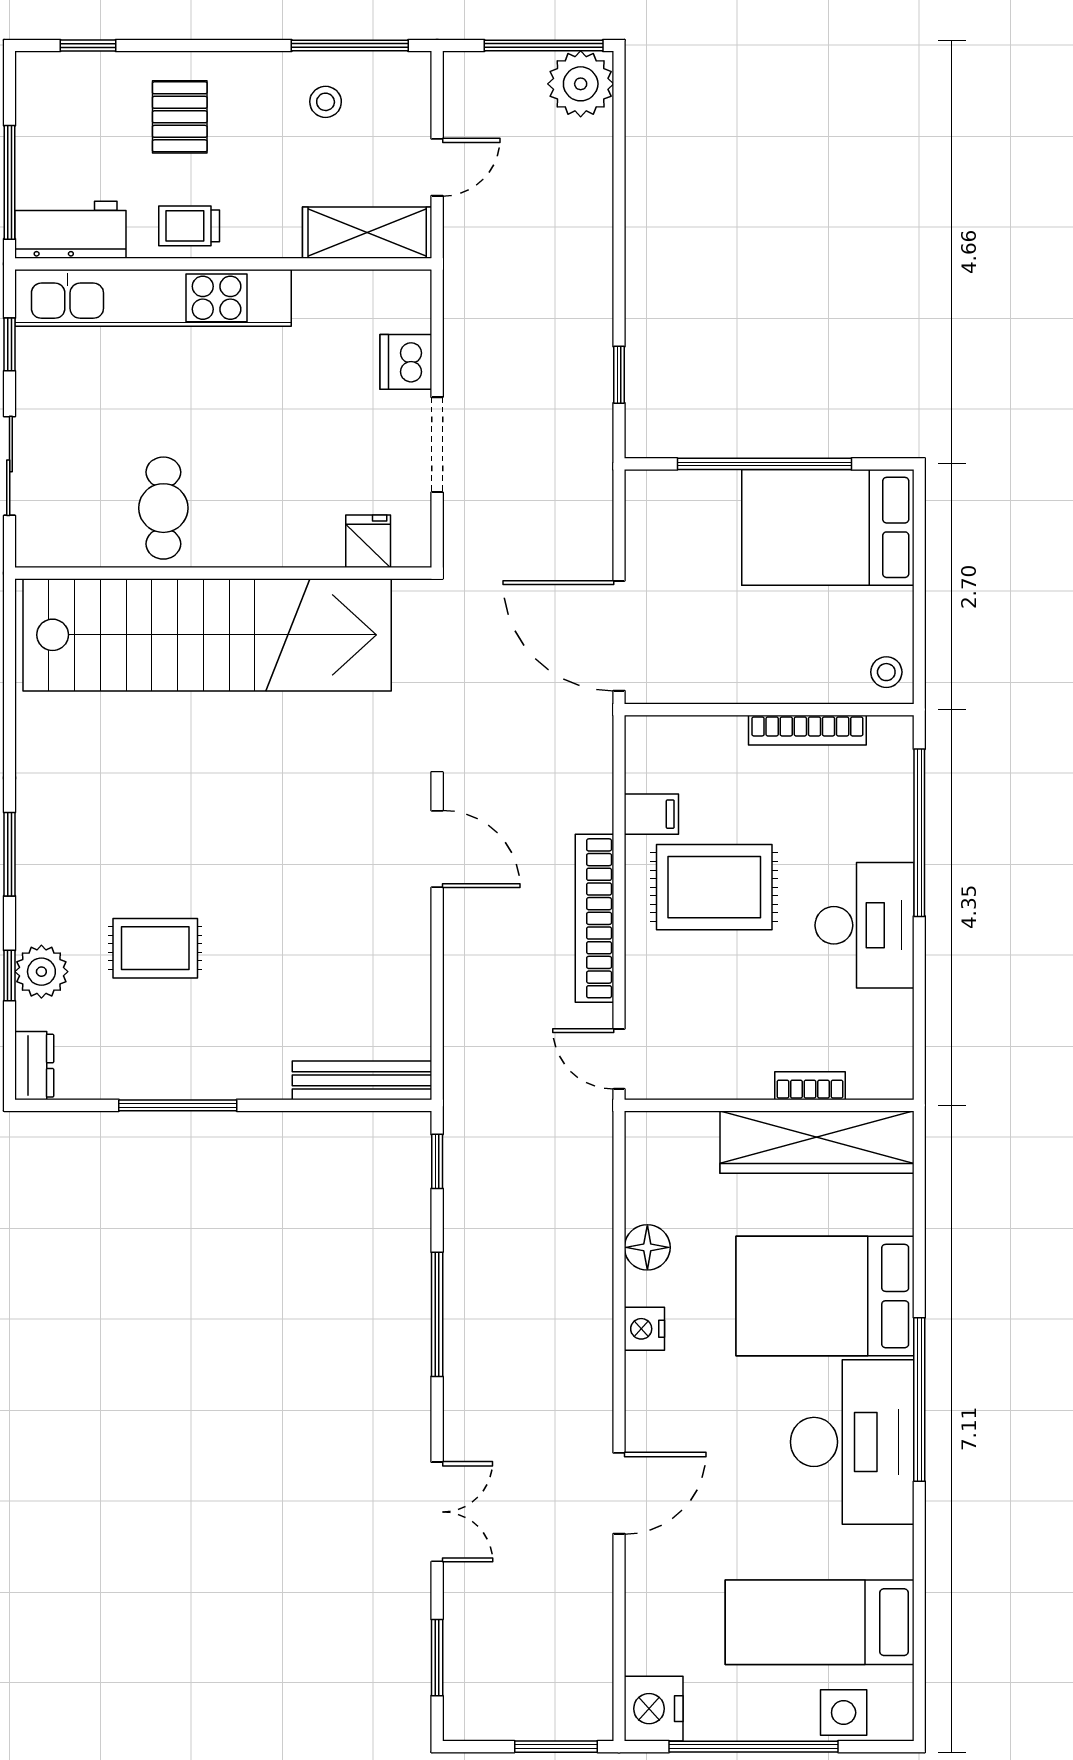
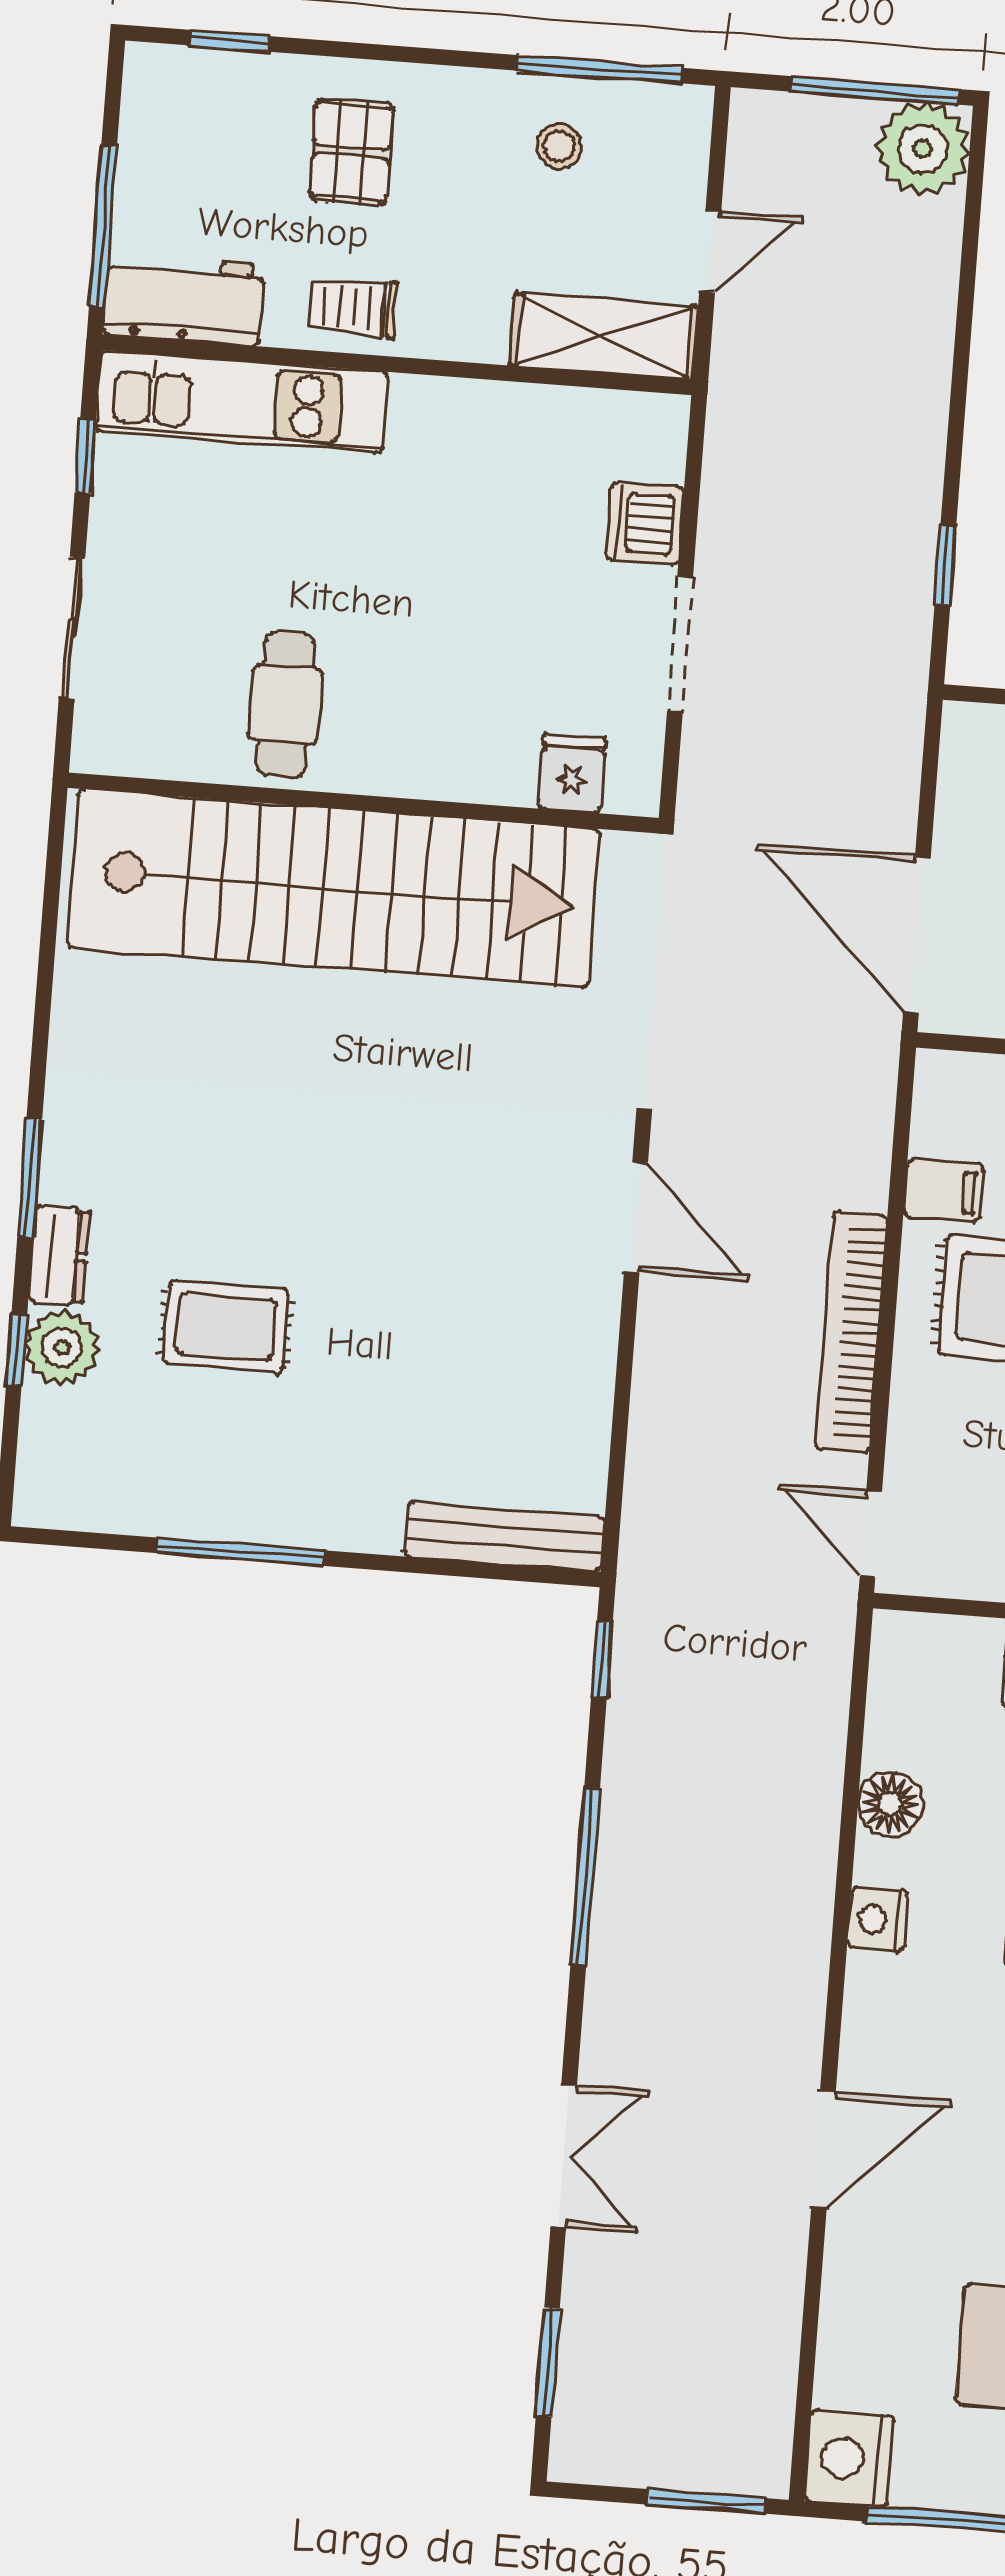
kitchen unit: (153, 298) -> (242, 401), width x0.73
dresser: (34, 1066) -> (59, 1256), moved

